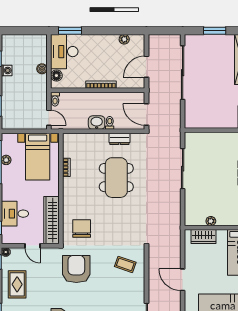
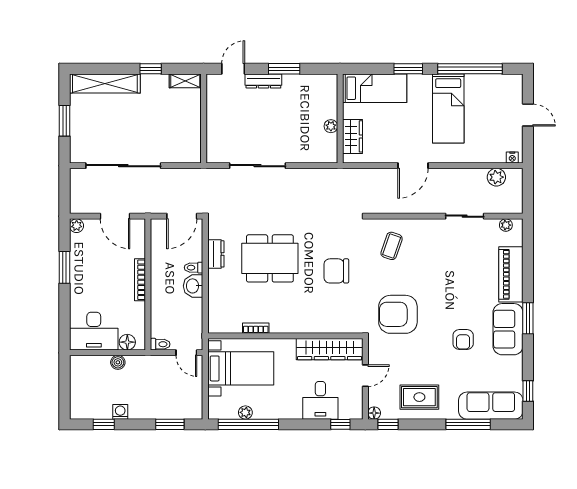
window: (70, 31) -> (65, 267), moved
plant: (124, 39) -> (77, 226), moved
door: (49, 118) -> (186, 353), swing flipped
chair: (82, 229) -> (336, 271), moved

